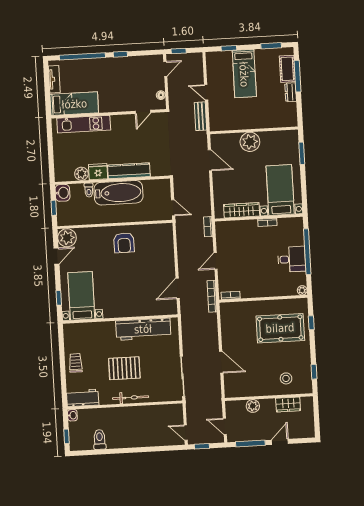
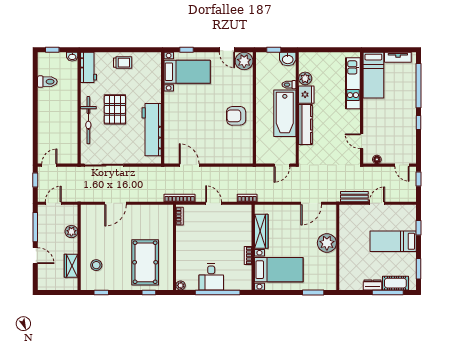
door: (173, 208) -> (282, 165), moved
bicycle: (131, 398) -> (88, 120), width x1.37, depth x1.40

